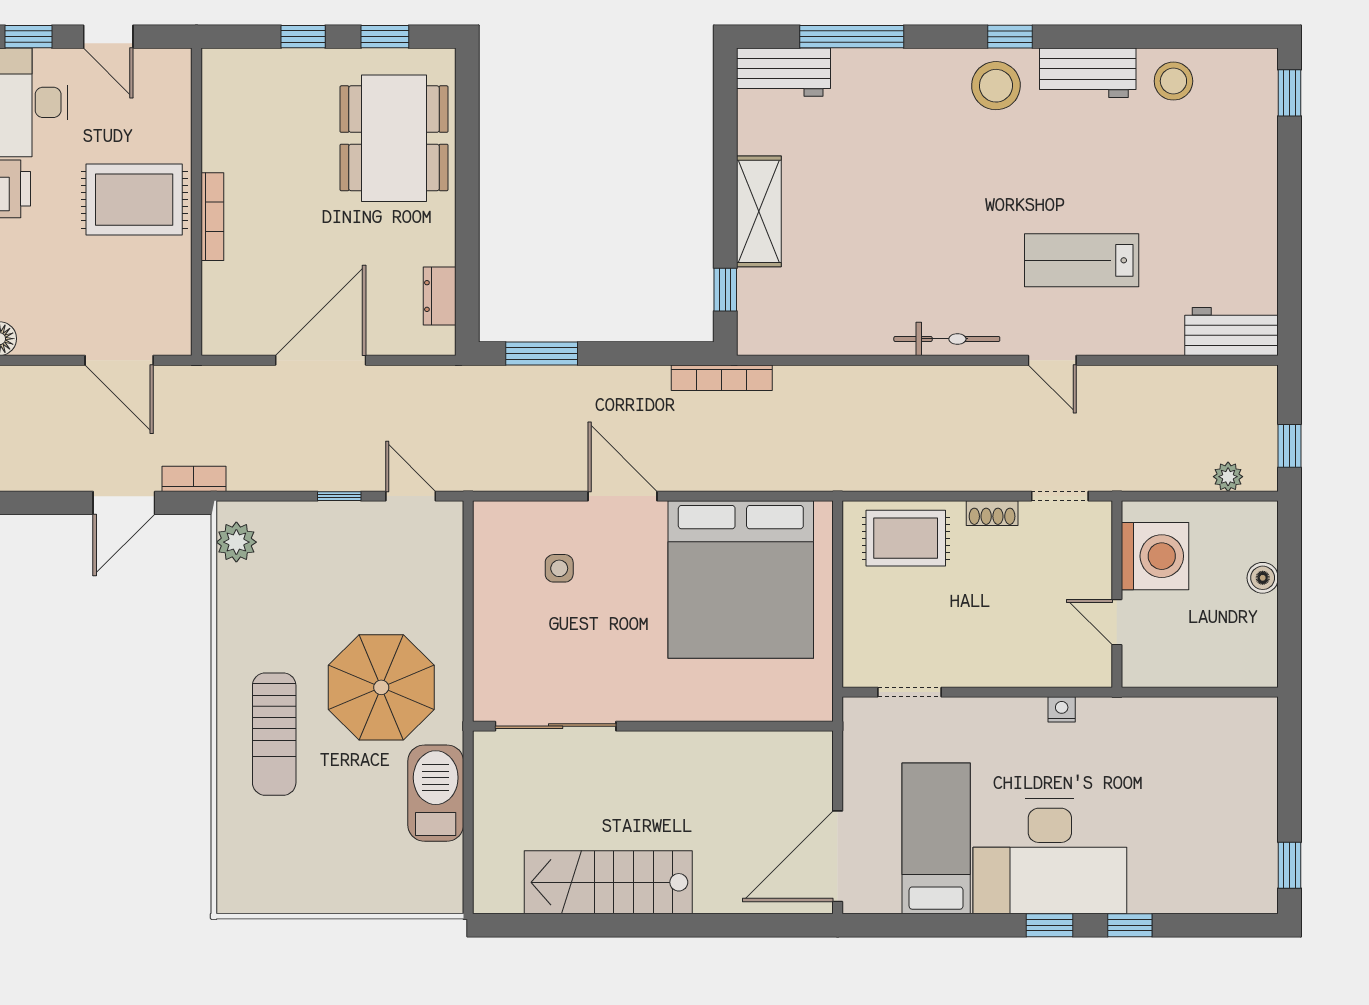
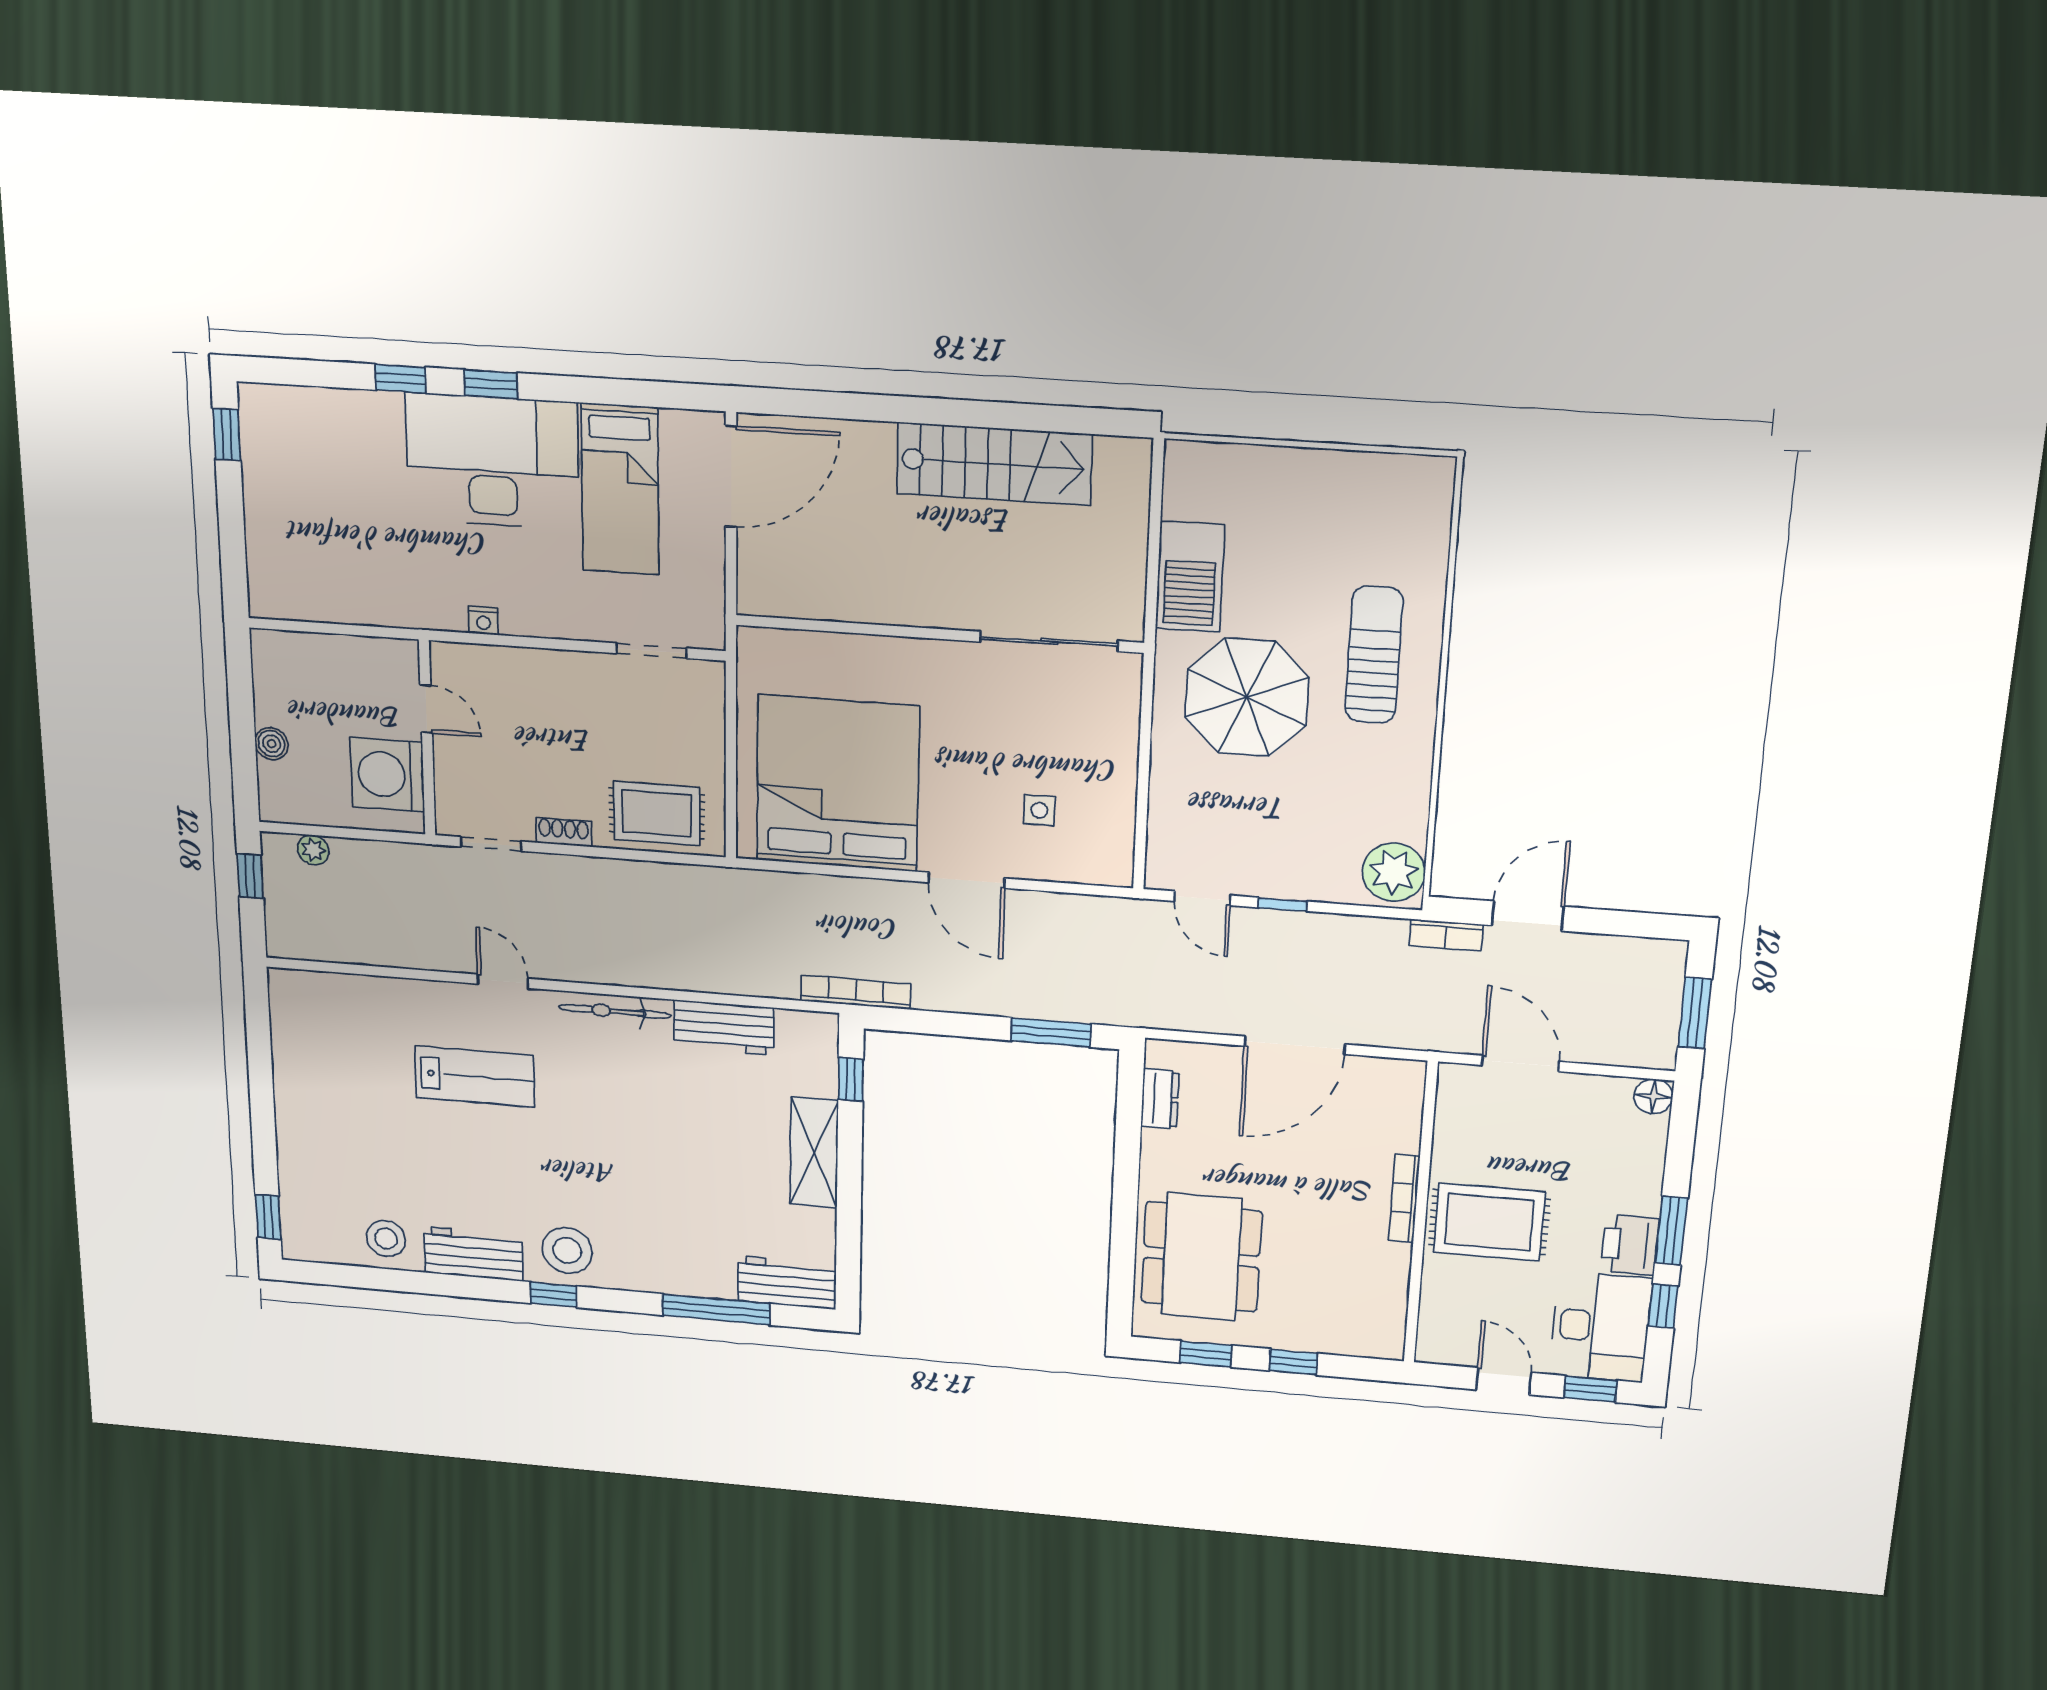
workbench: (1232, 332) -> (724, 1028), moved
plant: (236, 542) -> (1394, 872), width x1.36, depth x1.36

